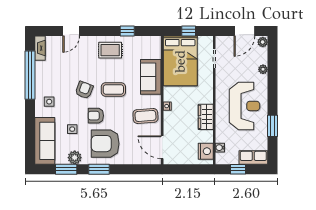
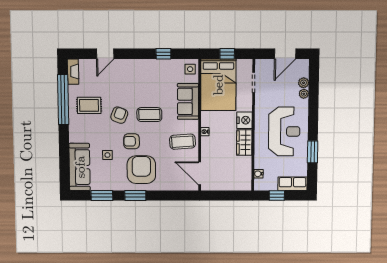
plant: (263, 42) -> (304, 83), moved
rug: (110, 50) -> (89, 105), moved
side table: (49, 102) -> (190, 69), moved
armchair: (105, 144) -> (141, 170), turned 90
nightstand: (206, 151) -> (244, 120), moved
plant: (75, 158) -> (110, 184), removed

